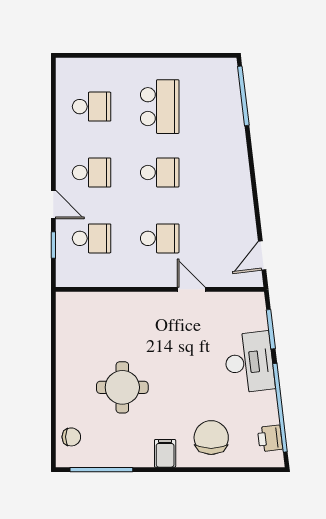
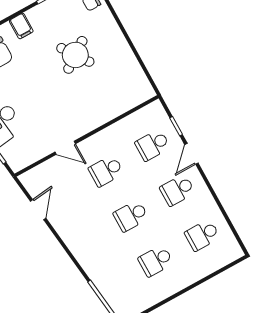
school desk: (160, 107) -> (156, 261), width x0.54
door: (53, 205) -> (191, 154), hinge flipped
door: (262, 255) -> (38, 210), moved
round table: (122, 387) -> (75, 55), turned -35

